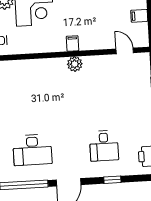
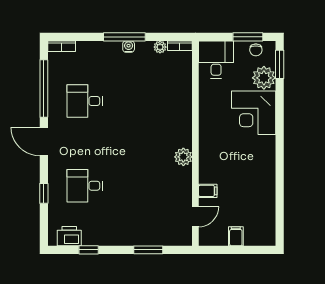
filing cabinet: (73, 43) -> (208, 191), moved
desk: (32, 150) -> (85, 101), width x0.73

